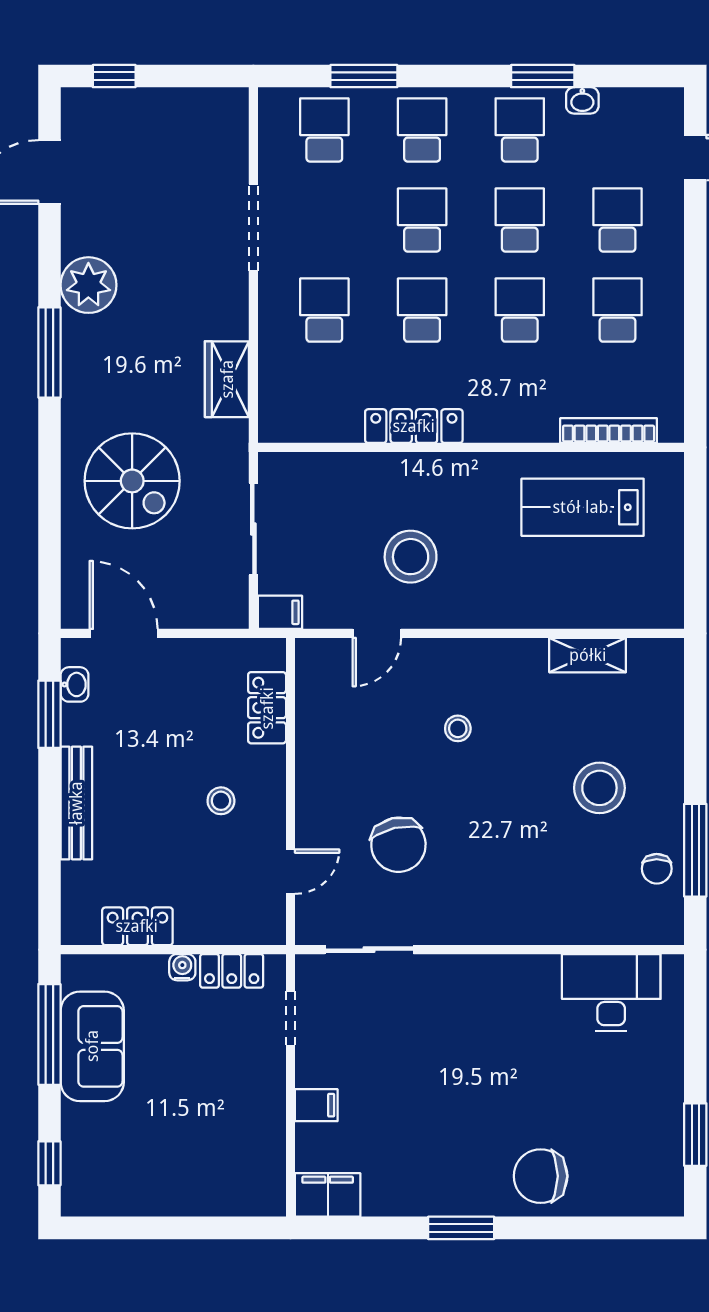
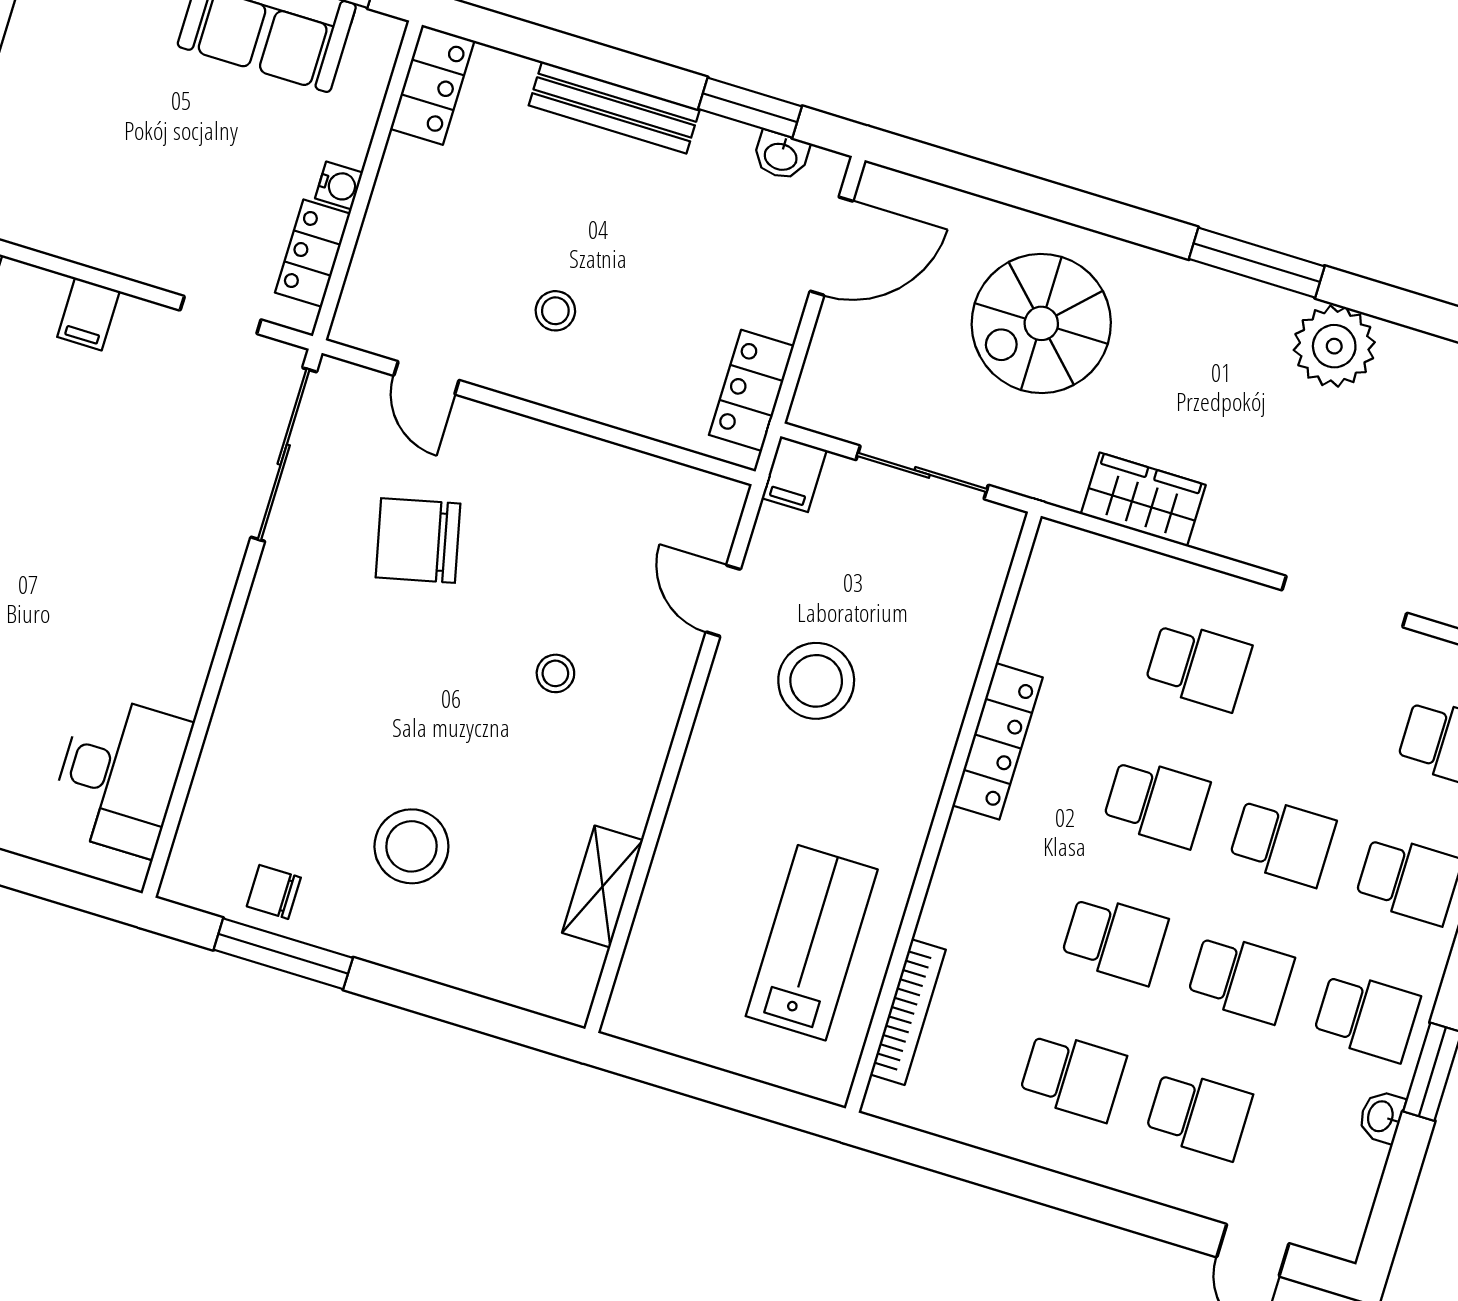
locker: (267, 708) -> (752, 390), moved, turned -90
locker: (137, 926) -> (432, 85), moved
sliding door: (369, 950) -> (284, 455), width x1.37

